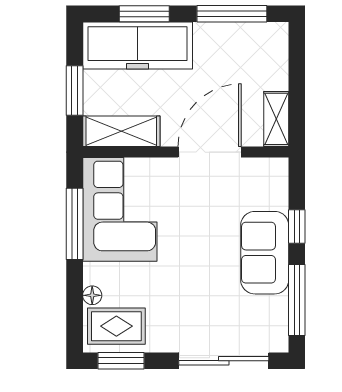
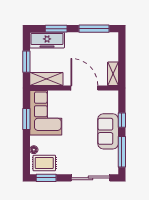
freezer: (138, 45) -> (47, 40), width x0.73, depth x0.79
door: (210, 152) -> (84, 88), hinge flipped
window: (75, 224) -> (26, 119), width x0.69

